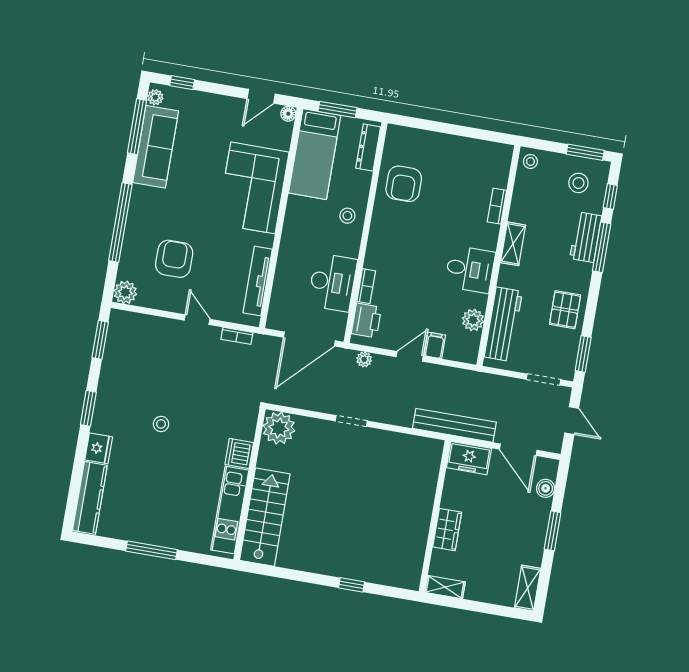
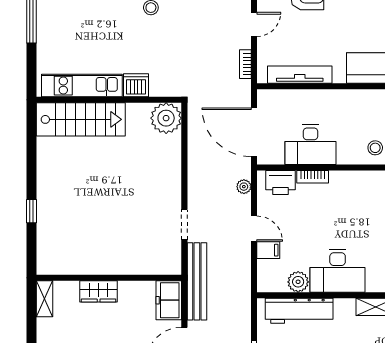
desk: (470, 269) -> (338, 271), width x1.37
doorway: (351, 421) -> (184, 225), moved

